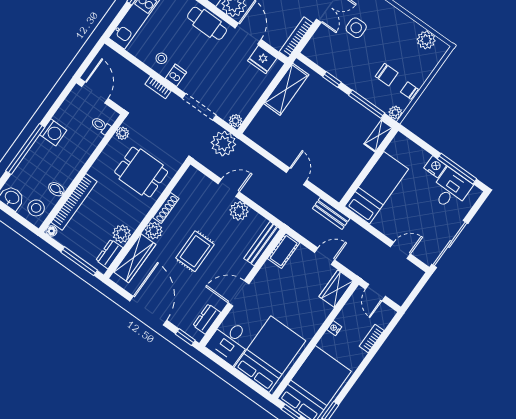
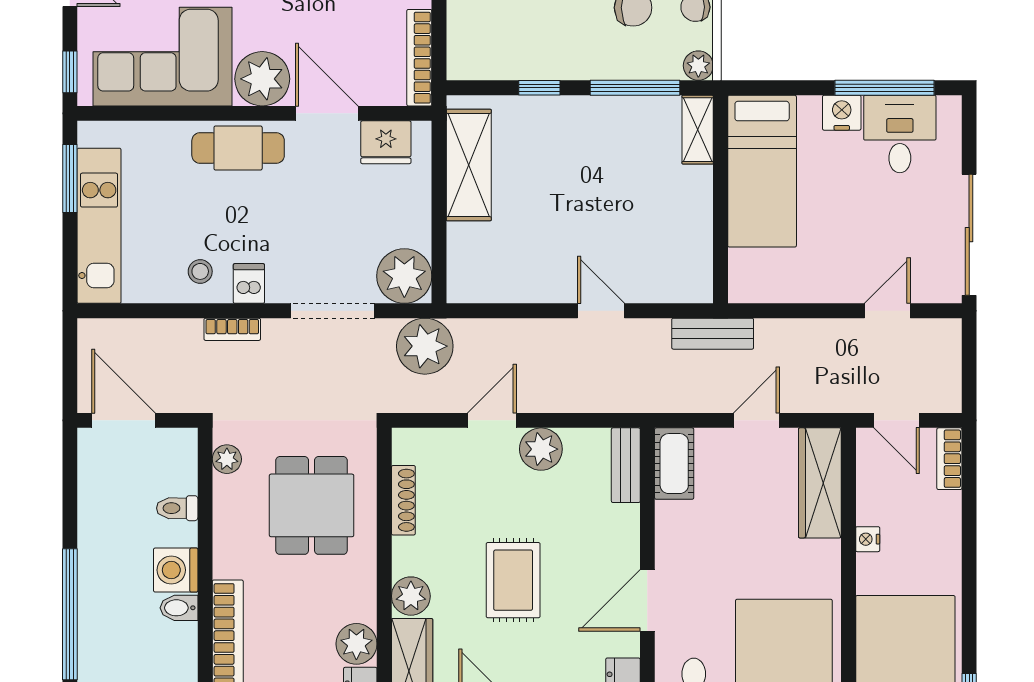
plant: (236, 121) -> (404, 276), width x1.87, depth x1.87
toilet: (101, 126) -> (177, 508), moved
washing machine: (53, 132) -> (176, 570), moved, turned 180
dining table: (141, 172) -> (312, 505), turned 90
bed: (377, 188) -> (762, 171), moved, turned 180
bidet: (56, 189) -> (179, 608), moved
shoe rack: (166, 208) -> (403, 500), moved
bench: (262, 244) -> (626, 465), width x0.73
wardrobe: (336, 289) -> (820, 483), width x1.50
bookcase: (372, 338) -> (949, 459), moved

